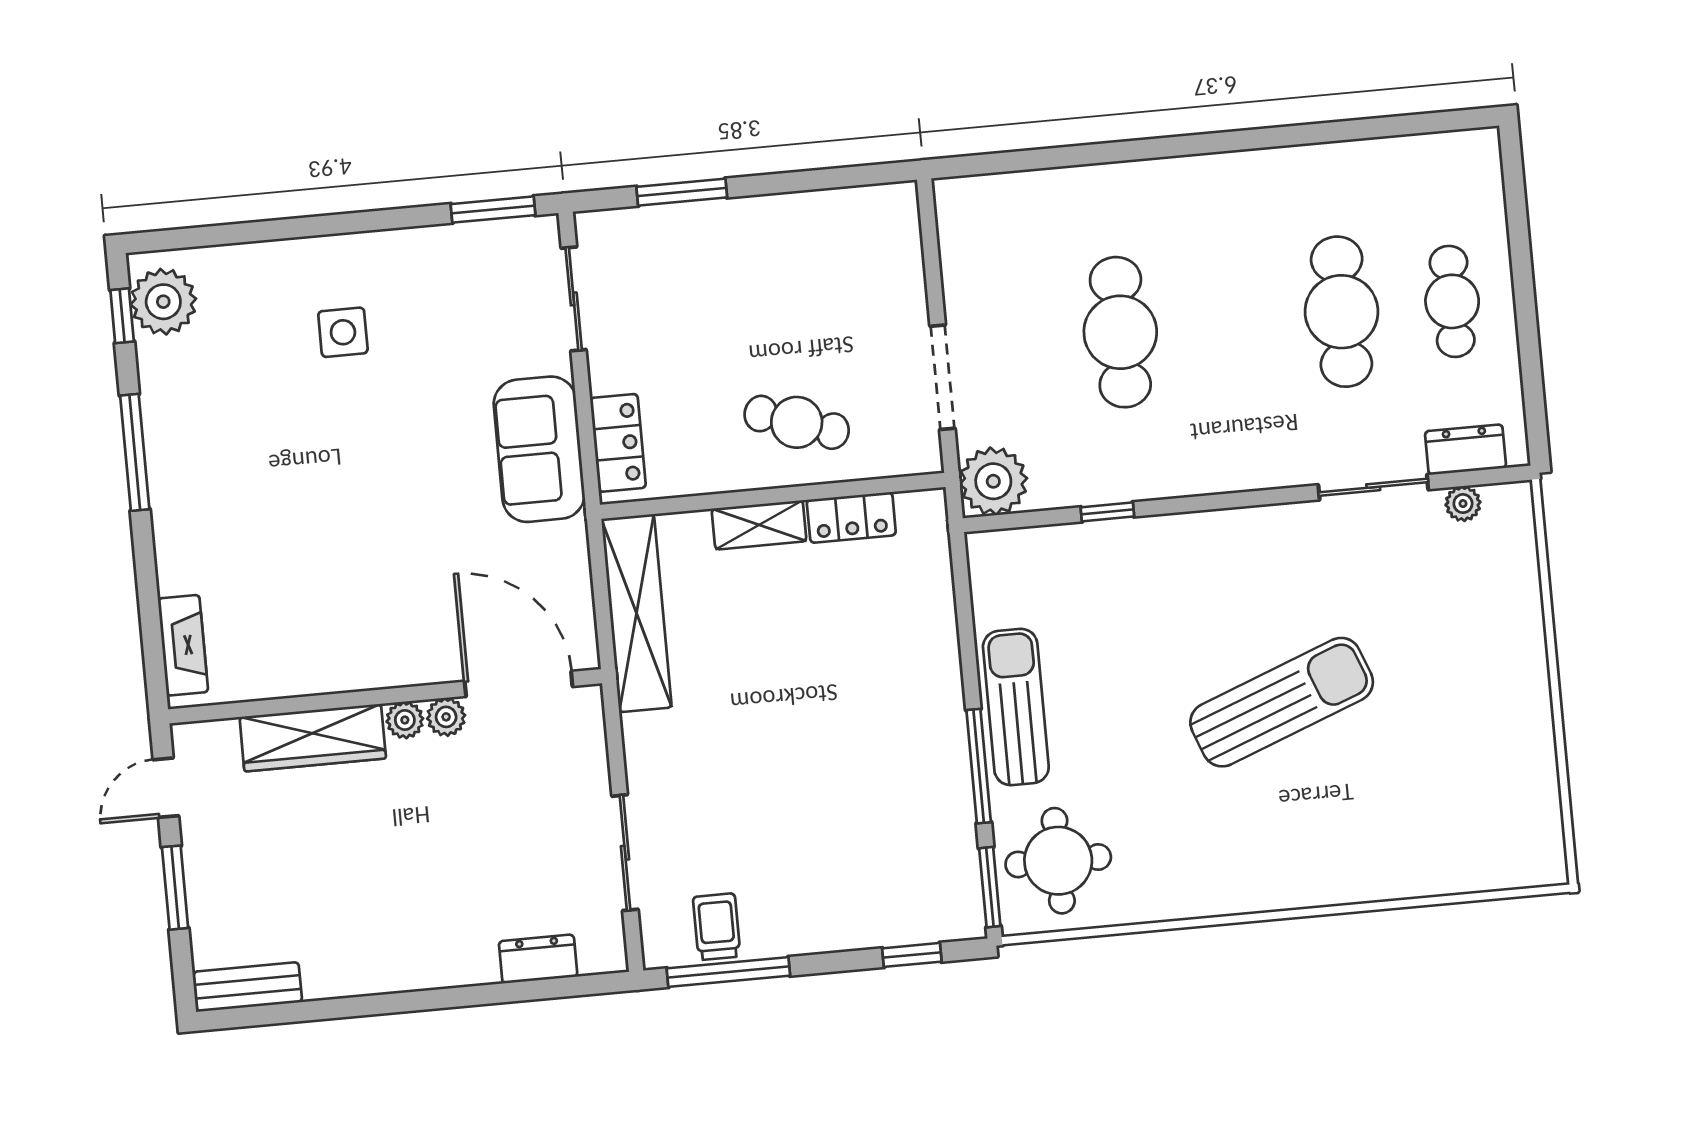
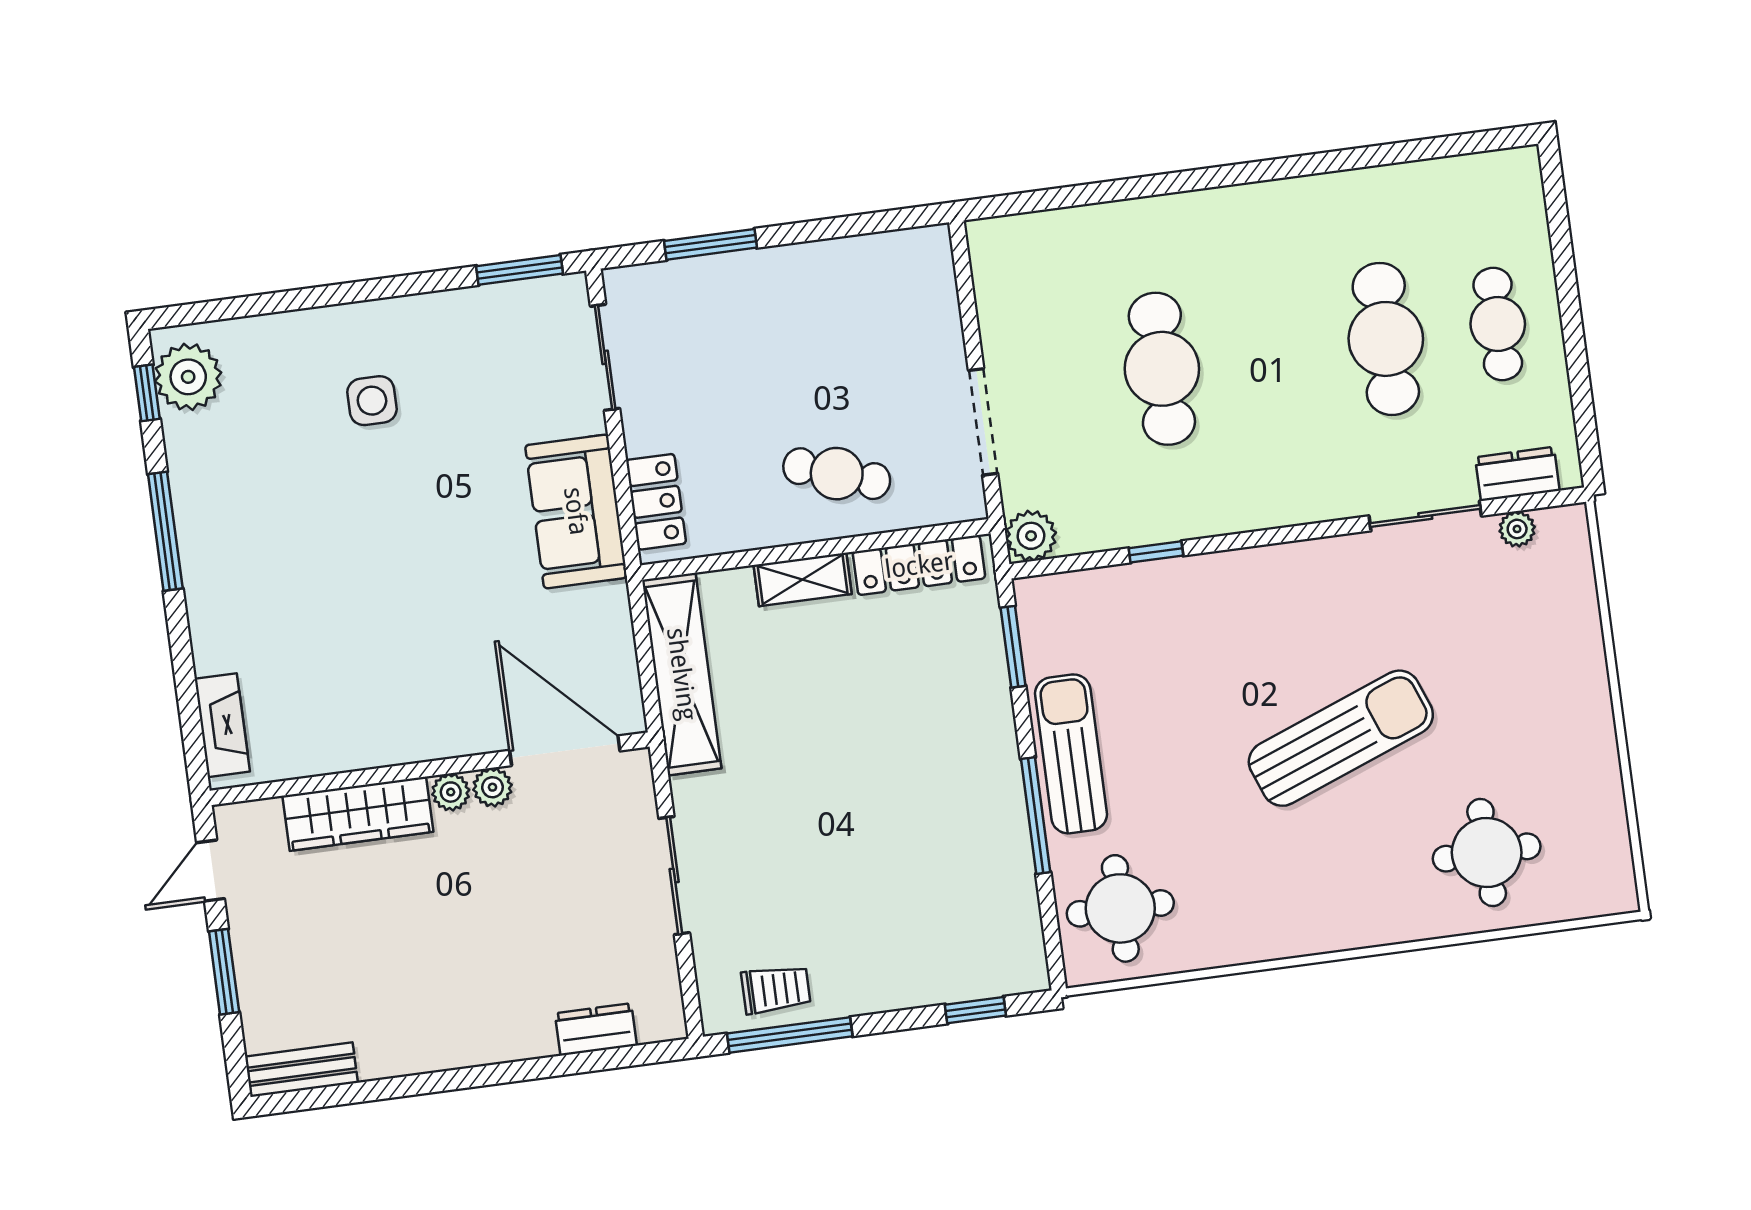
plant: (993, 481) -> (1031, 536), width x0.73, depth x0.73
locker: (851, 517) -> (919, 565), width x1.53
round table: (1420, 820) -> (1487, 852), added
sliding door: (625, 853) -> (674, 876), moved
window: (990, 887) -> (1013, 647), moved
trolley: (717, 927) -> (776, 989), turned 90

